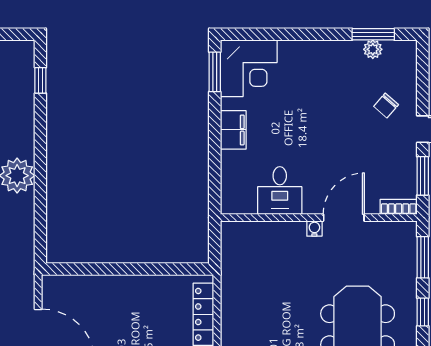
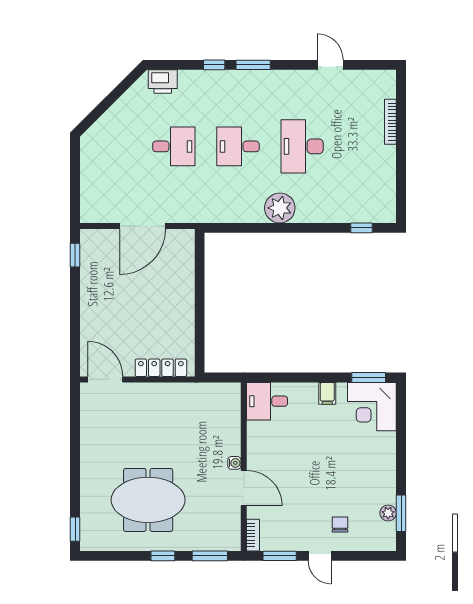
chair: (386, 106) -> (340, 524), turned 49
filing cabinet: (233, 130) -> (327, 393), width x0.50
desk: (280, 191) -> (267, 401), moved

